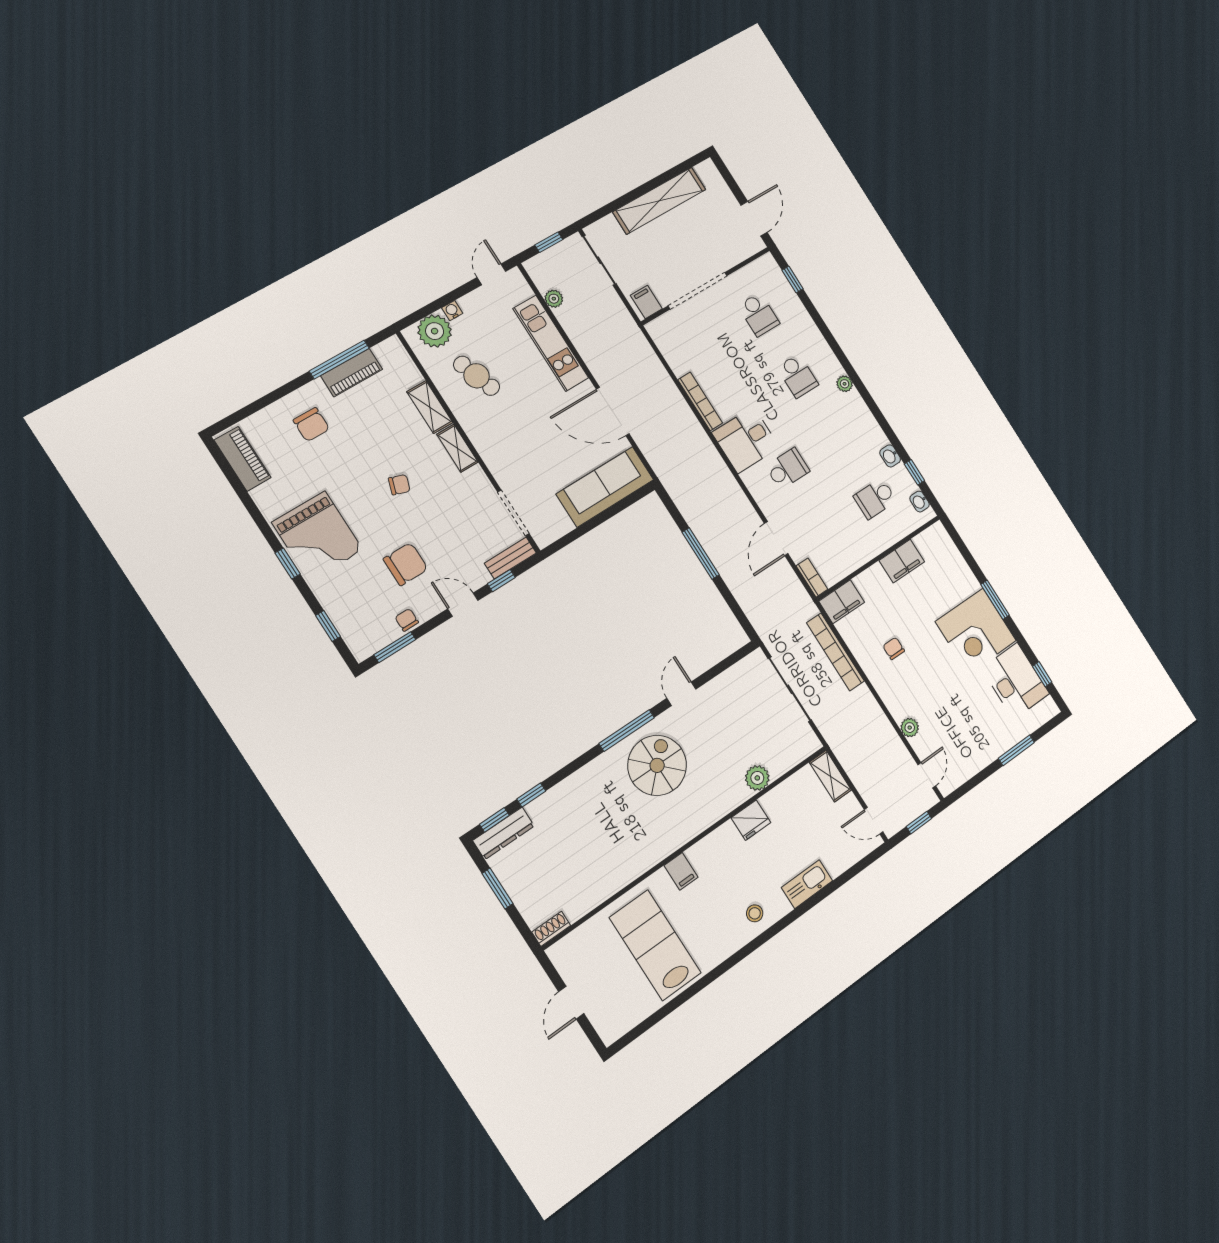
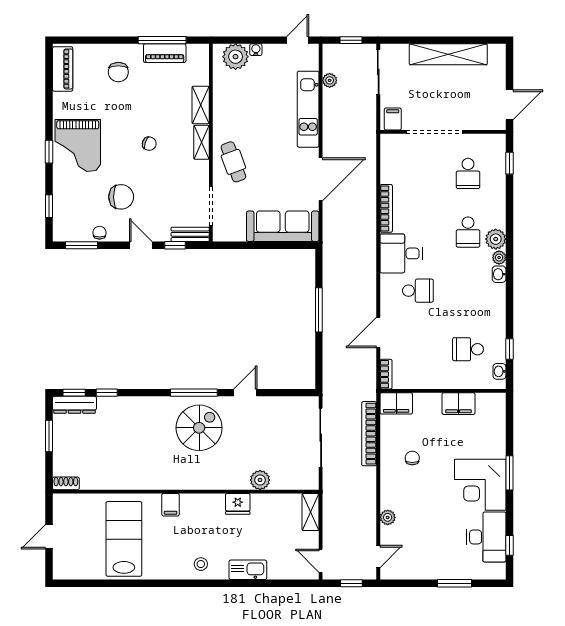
plant: (829, 367) -> (496, 239), added
cafe table: (477, 376) -> (233, 162), moved
door: (613, 412) -> (321, 179), swing flipped
washbasin: (890, 456) -> (499, 274), moved

